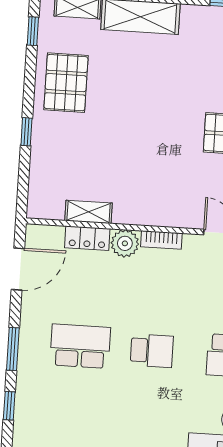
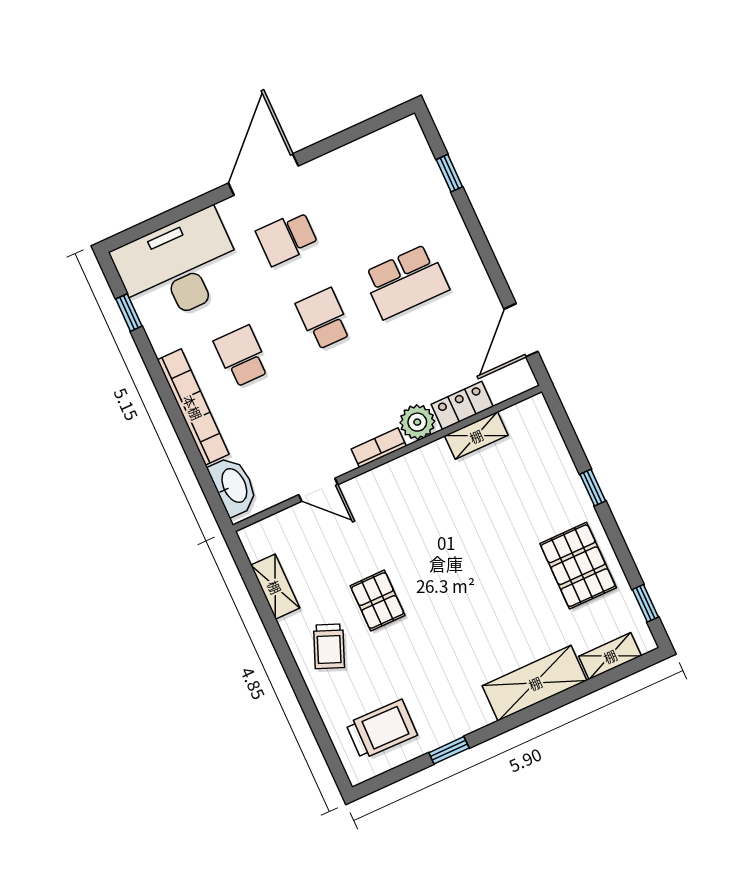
window: (13, 349) -> (479, 238), removed
school desk: (152, 351) -> (324, 319), turned 90
school desk: (147, 421) -> (287, 238), added

